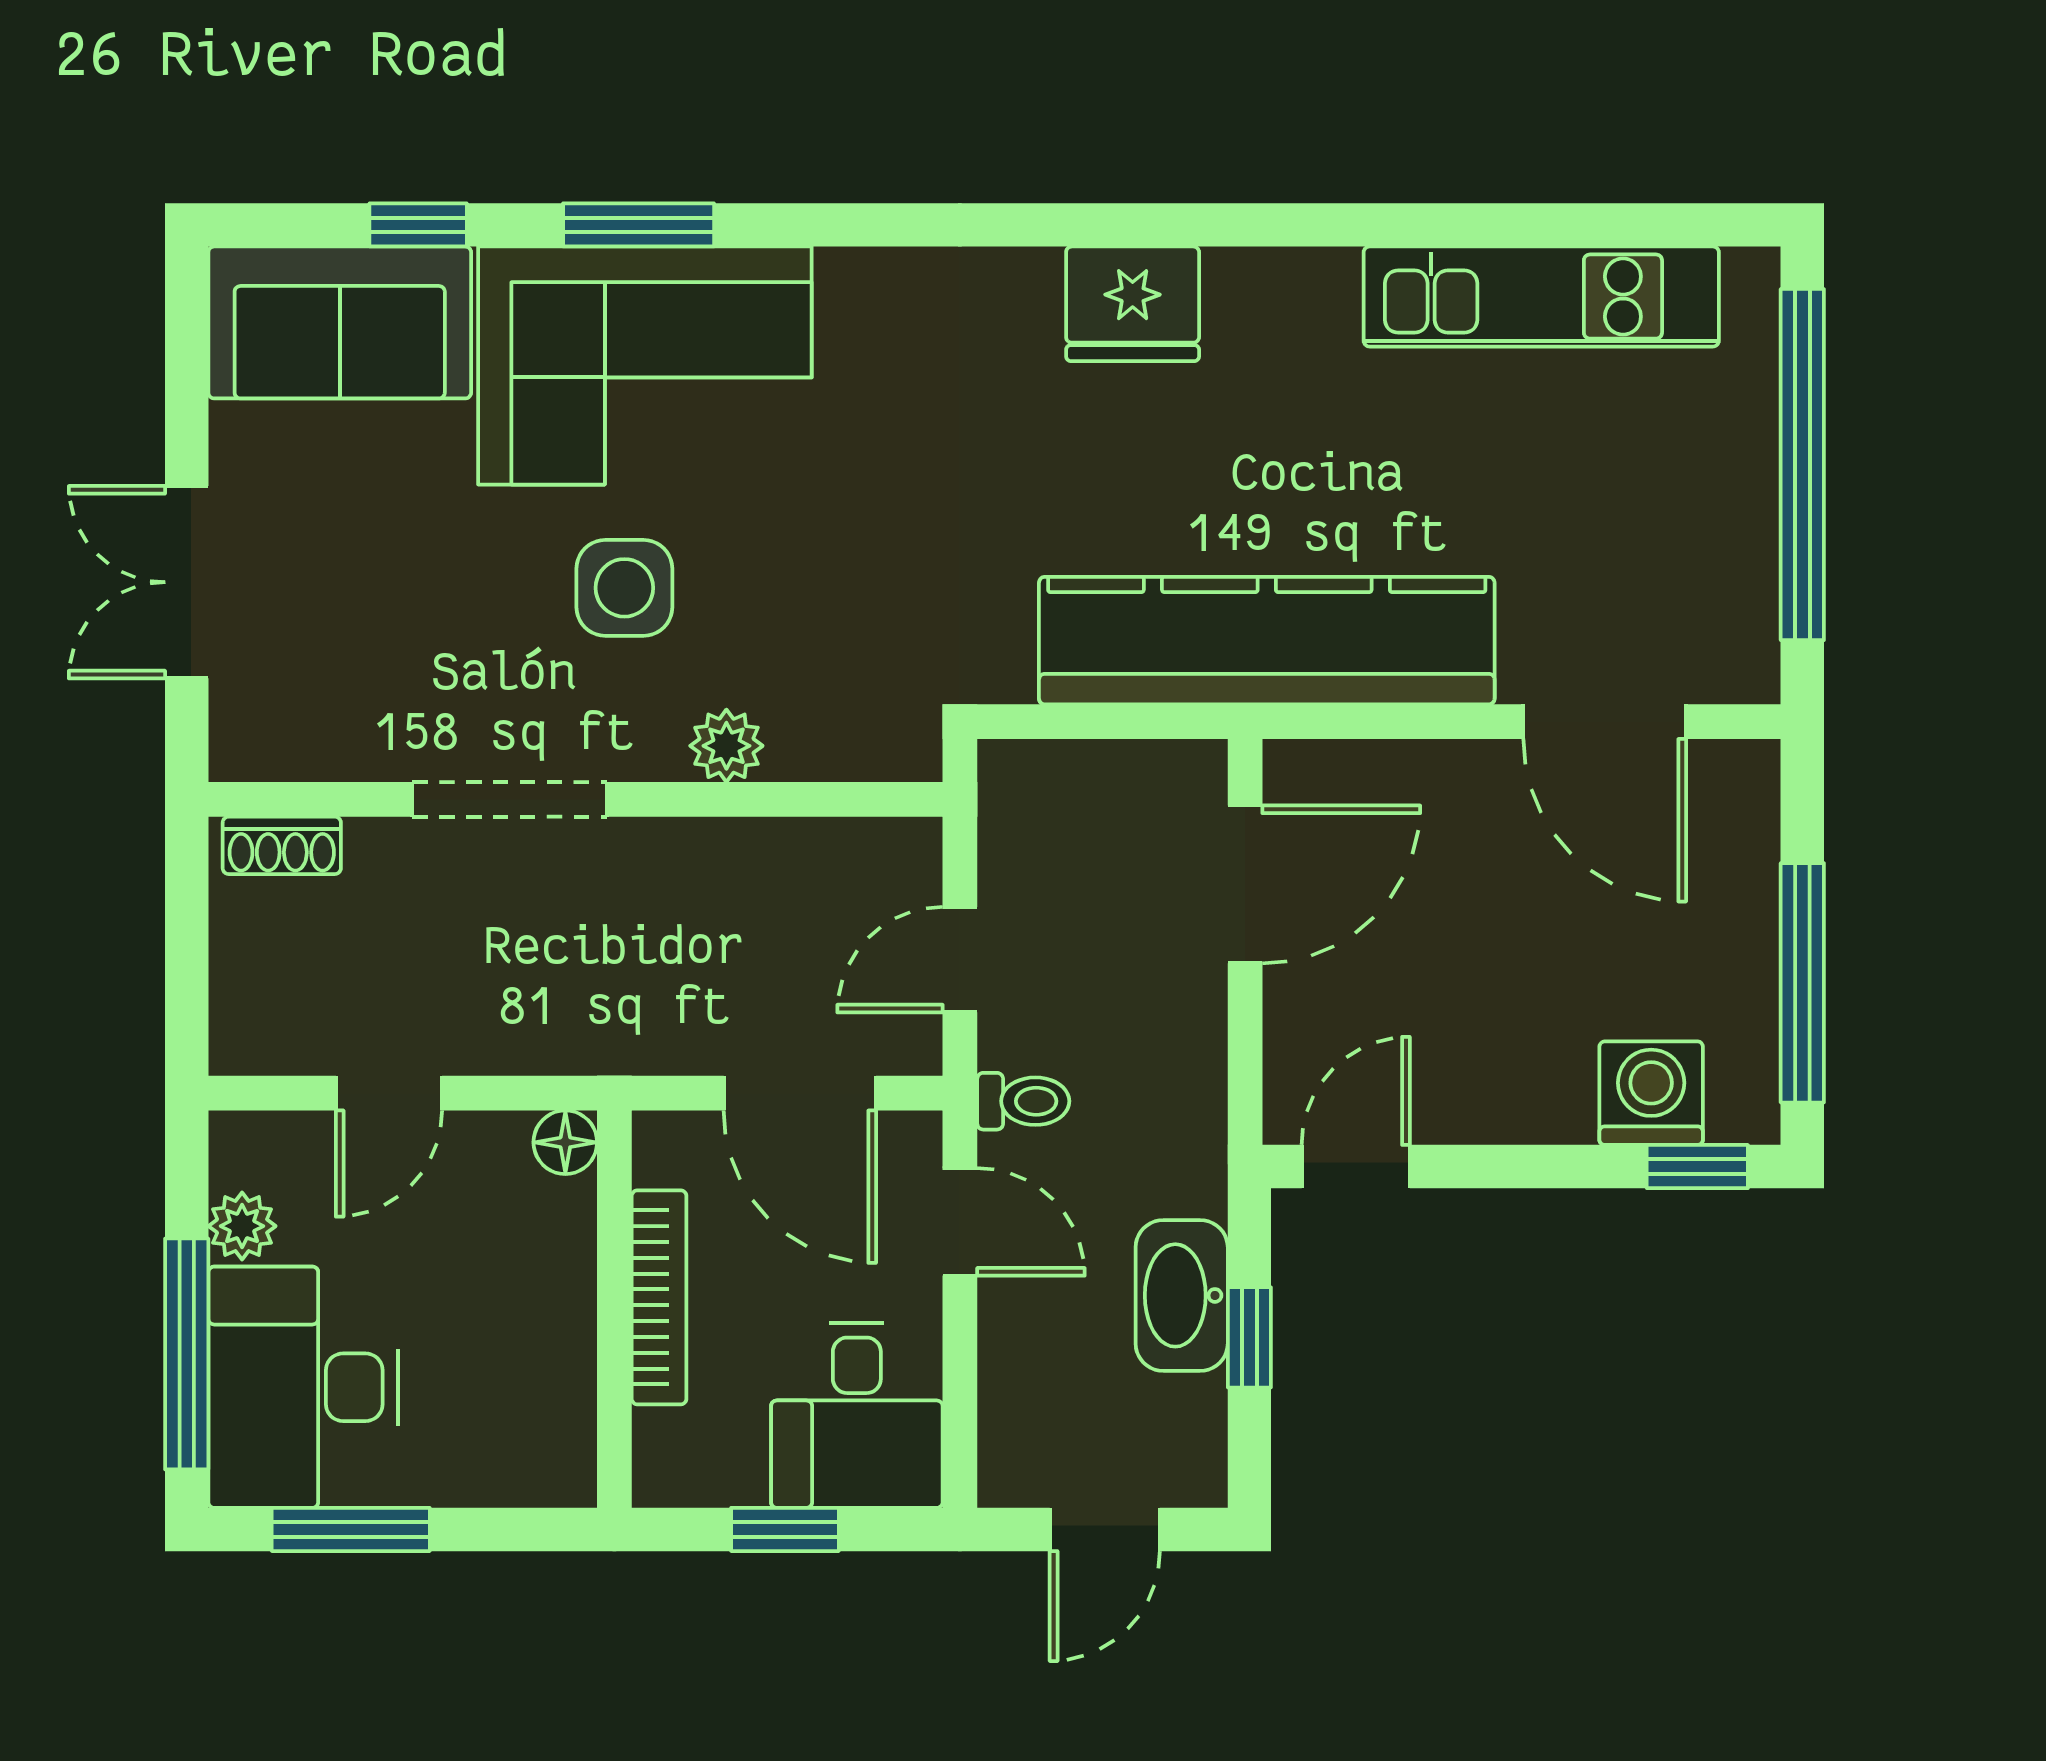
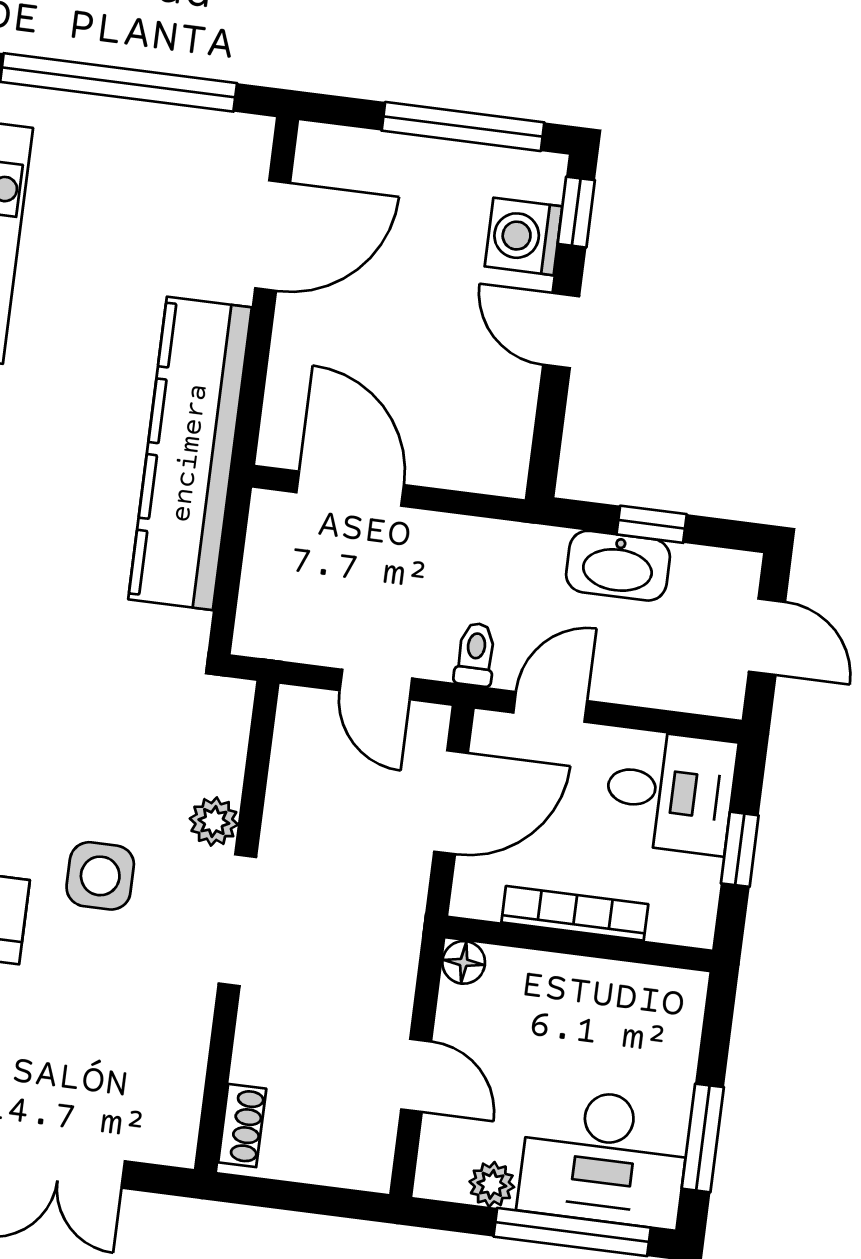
doorway: (510, 799) -> (237, 920), moved
door: (1356, 1167) -> (561, 331), moved

